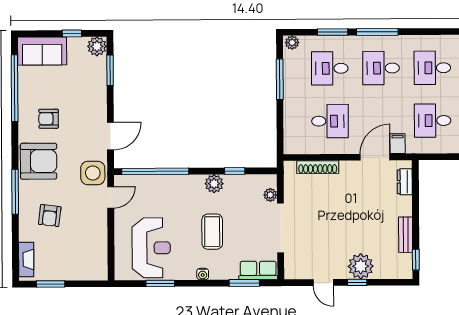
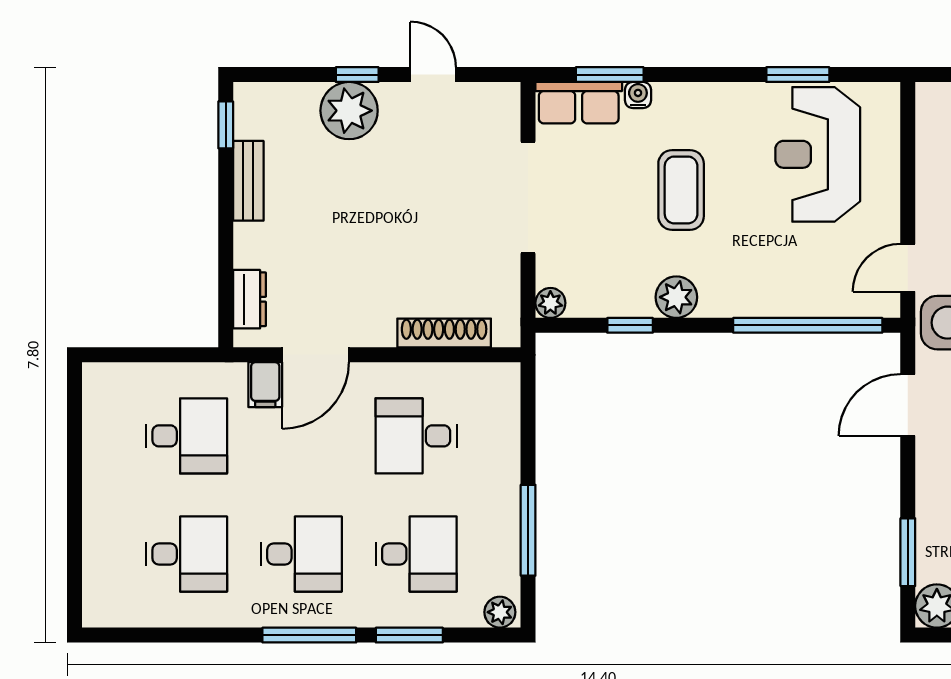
plant: (270, 195) -> (550, 303), moved
water cooler: (203, 274) -> (638, 95), moved

